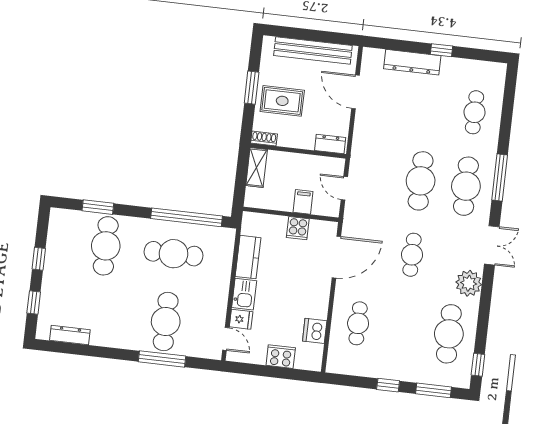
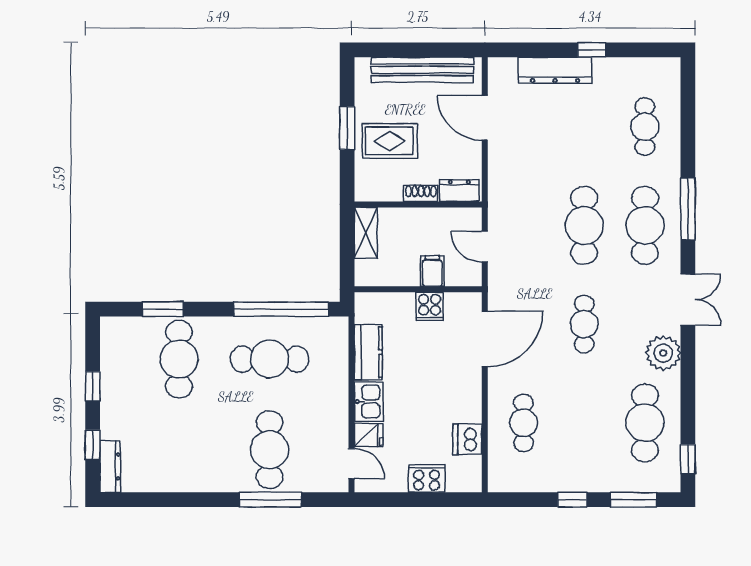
shoe rack: (264, 138) -> (421, 193), moved
dresser: (70, 335) -> (110, 466), moved, turned 90

